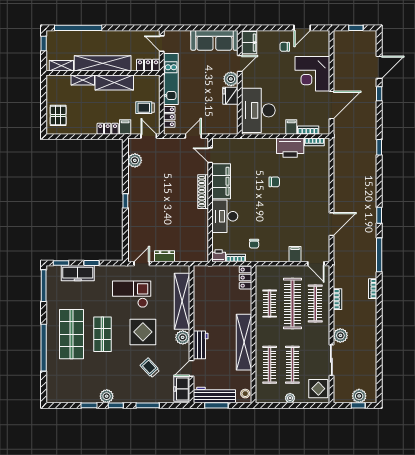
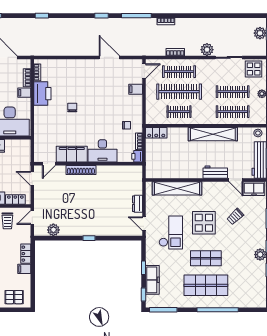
filing cabinet: (125, 127) -> (24, 269), moved
checkout: (132, 294) -> (171, 233), turned 180
plant: (183, 337) -> (209, 188), removed

